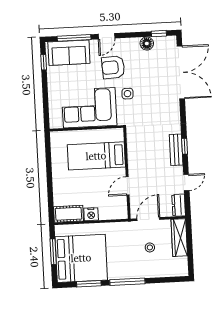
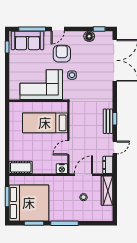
armchair: (113, 67) -> (62, 54), turned 93
nightstand: (91, 214) -> (62, 169), moved

